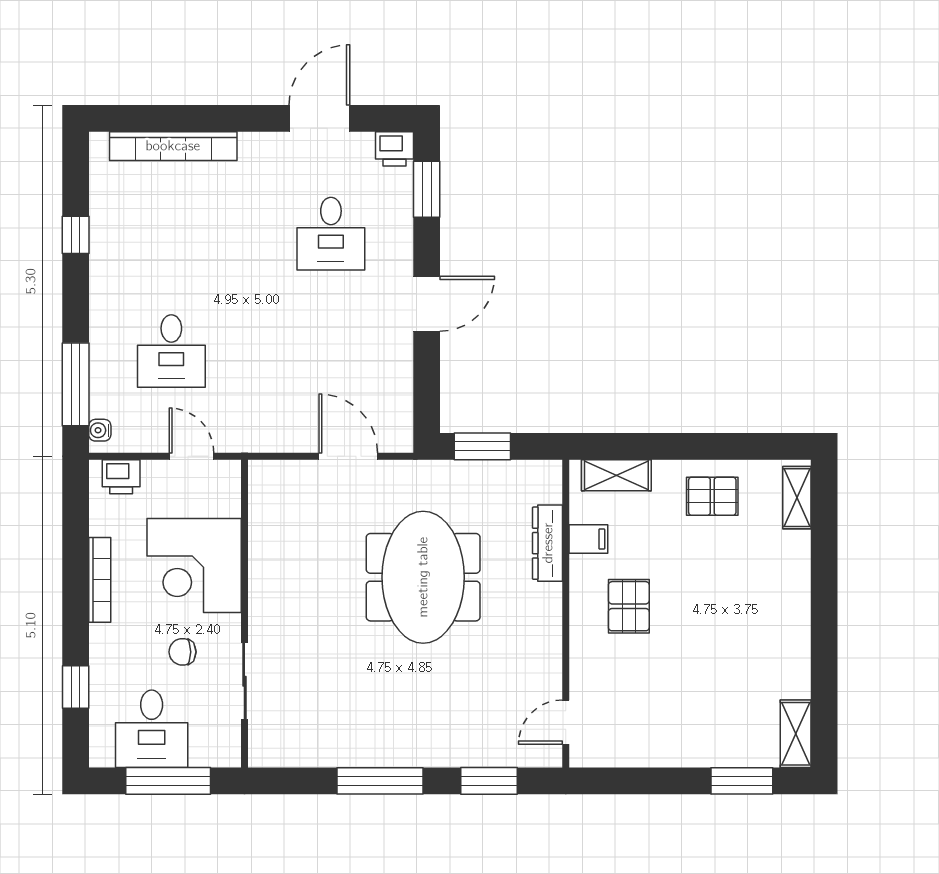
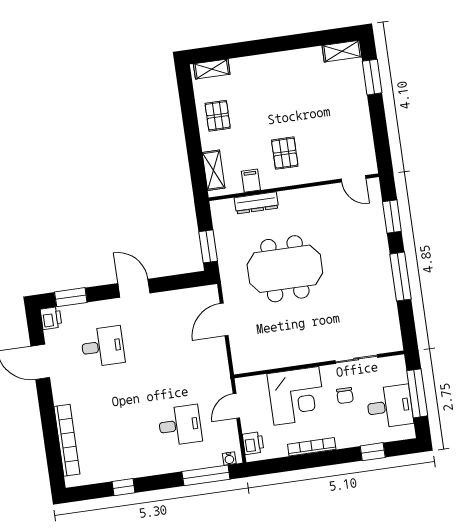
pallet: (629, 606) -> (285, 153), turned 90

